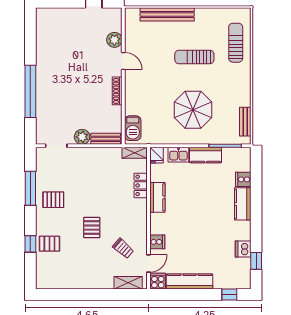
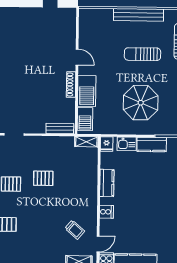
bench: (167, 14) -> (139, 15), moved
plant: (114, 40) -> (69, 37), removed
barbecue: (134, 98) -> (87, 91), added
plant: (82, 137) -> (38, 126), removed
locker: (141, 185) -> (92, 172), removed
pallet: (92, 228) -> (43, 178), moved, turned 90
cooker: (157, 242) -> (106, 212), moved

